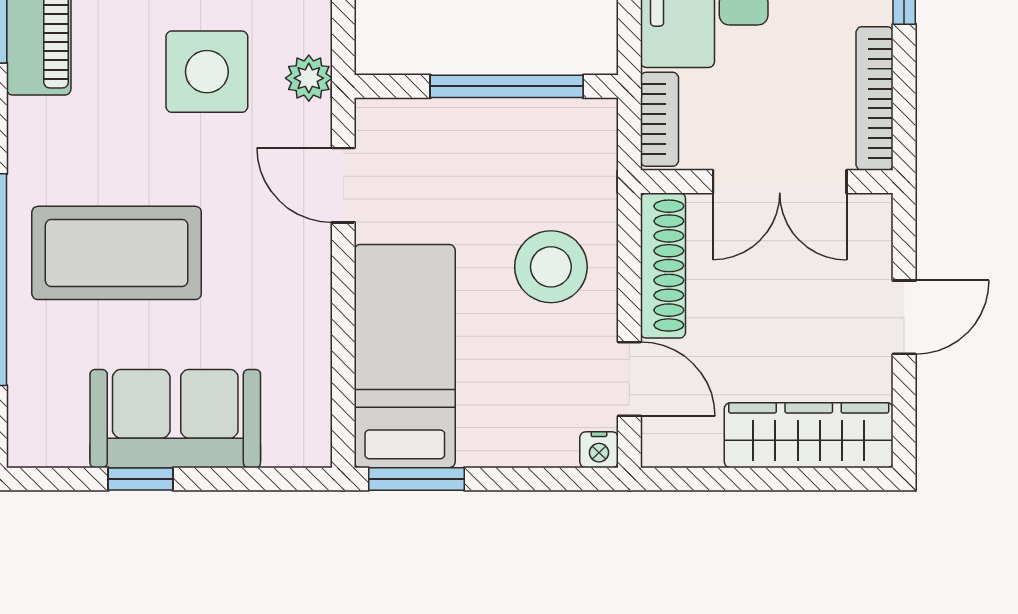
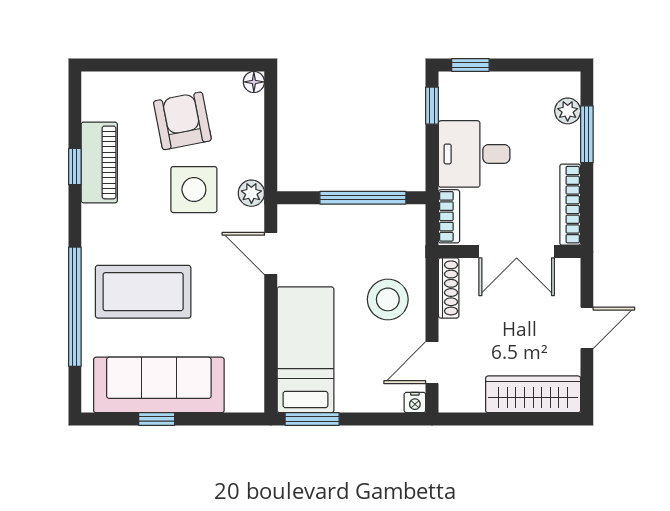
shoe rack: (663, 266) -> (449, 288), width x0.74, depth x0.81
door: (629, 379) -> (432, 363), swing flipped
sofa: (175, 419) -> (159, 385), width x1.36

